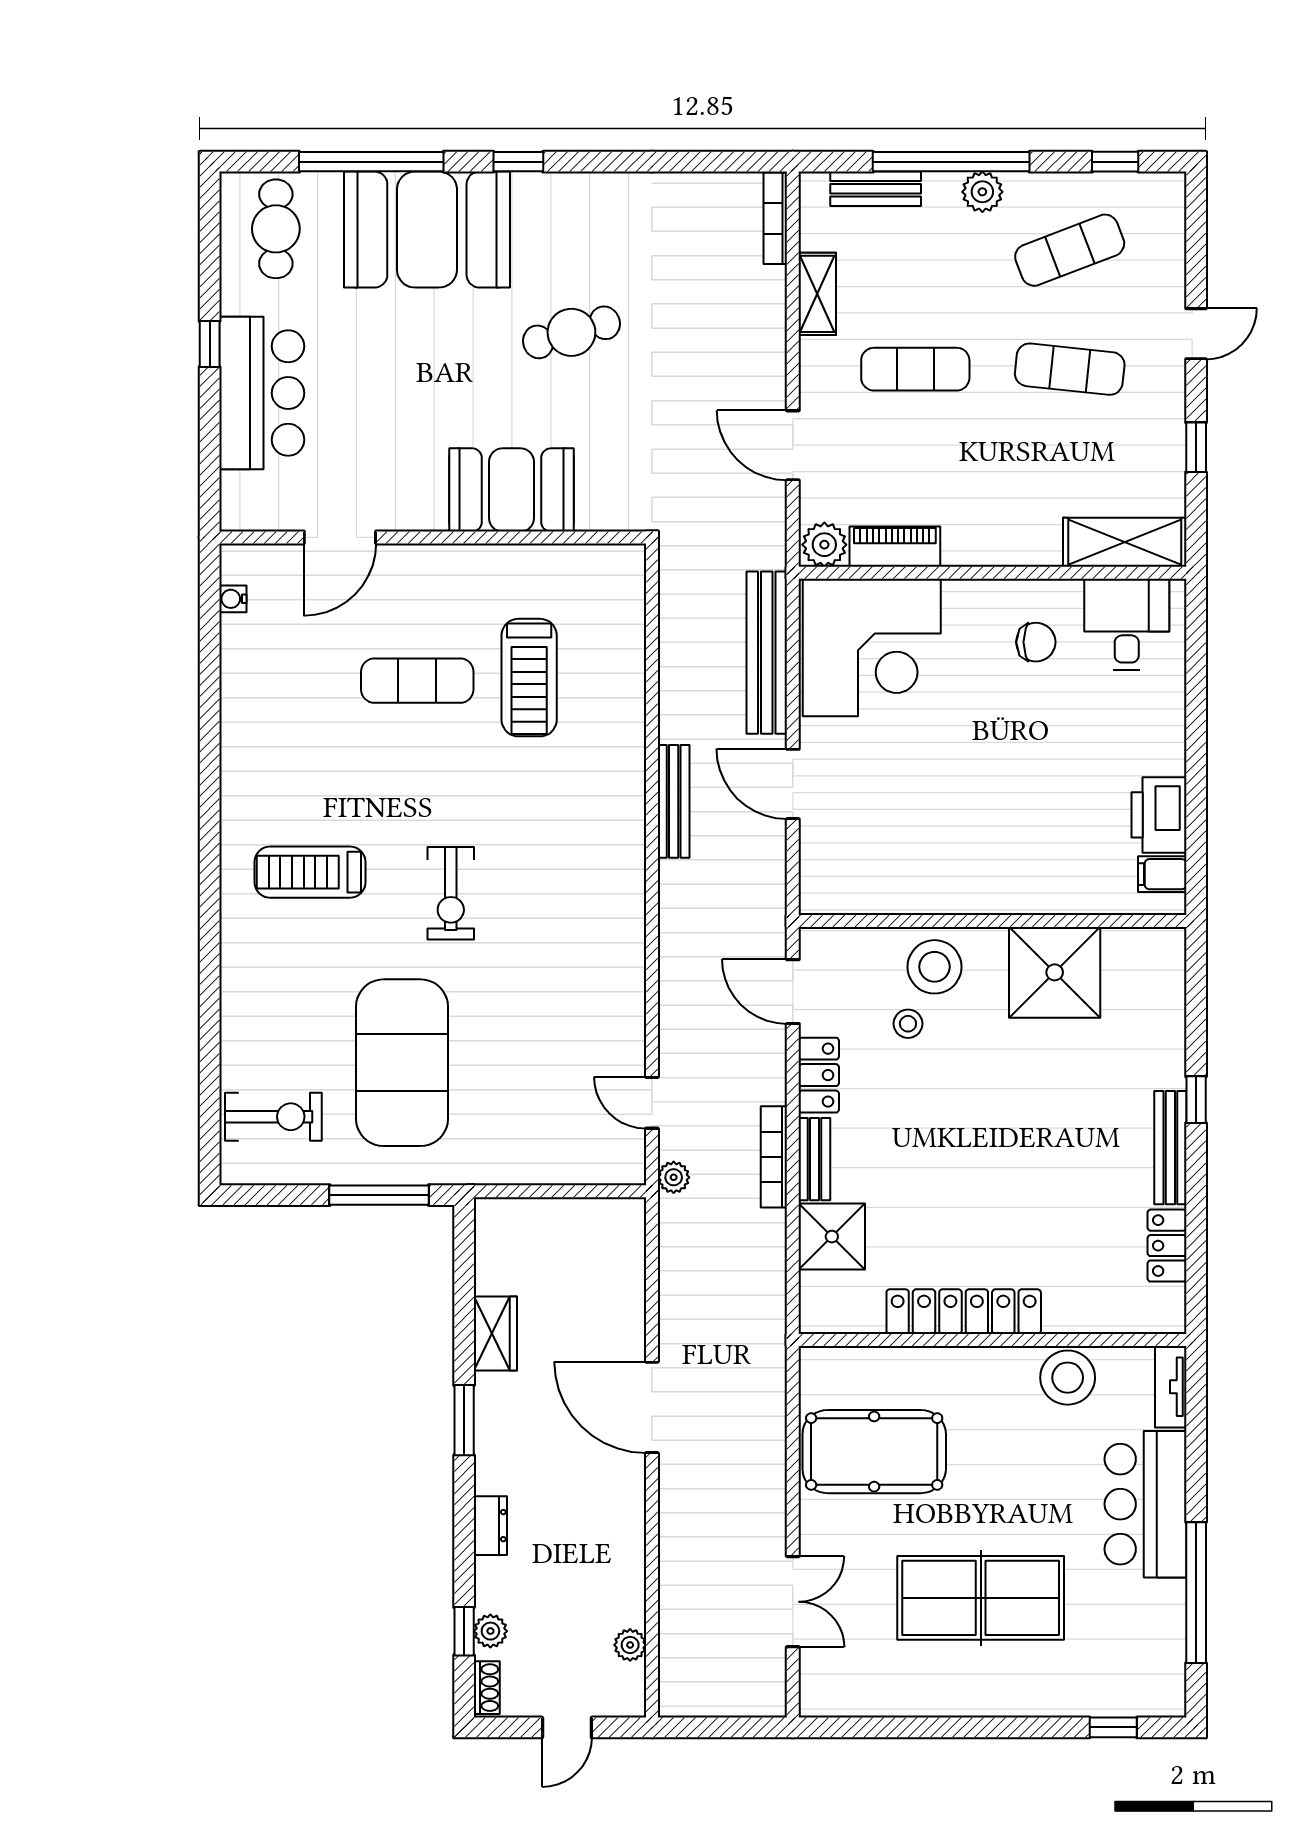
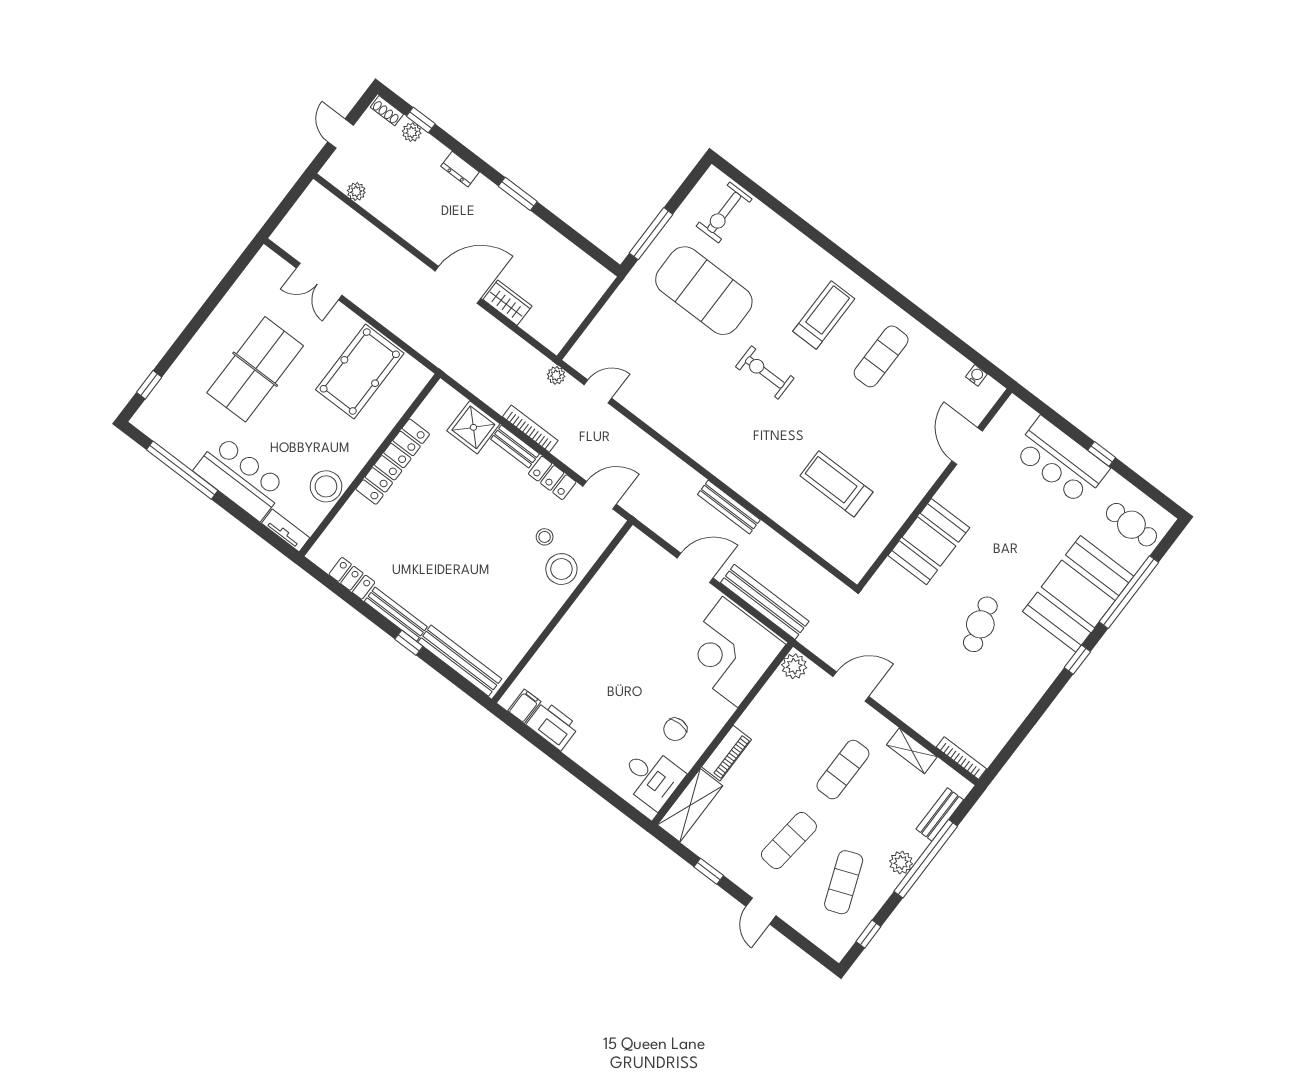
piano: (895, 547) -> (727, 753), moved
exercise mat: (417, 681) -> (881, 356), moved
shower: (1055, 972) -> (517, 622), removed
bench: (1167, 1011) -> (460, 661), added
wardrobe: (495, 1333) -> (507, 303), moved, turned 180

